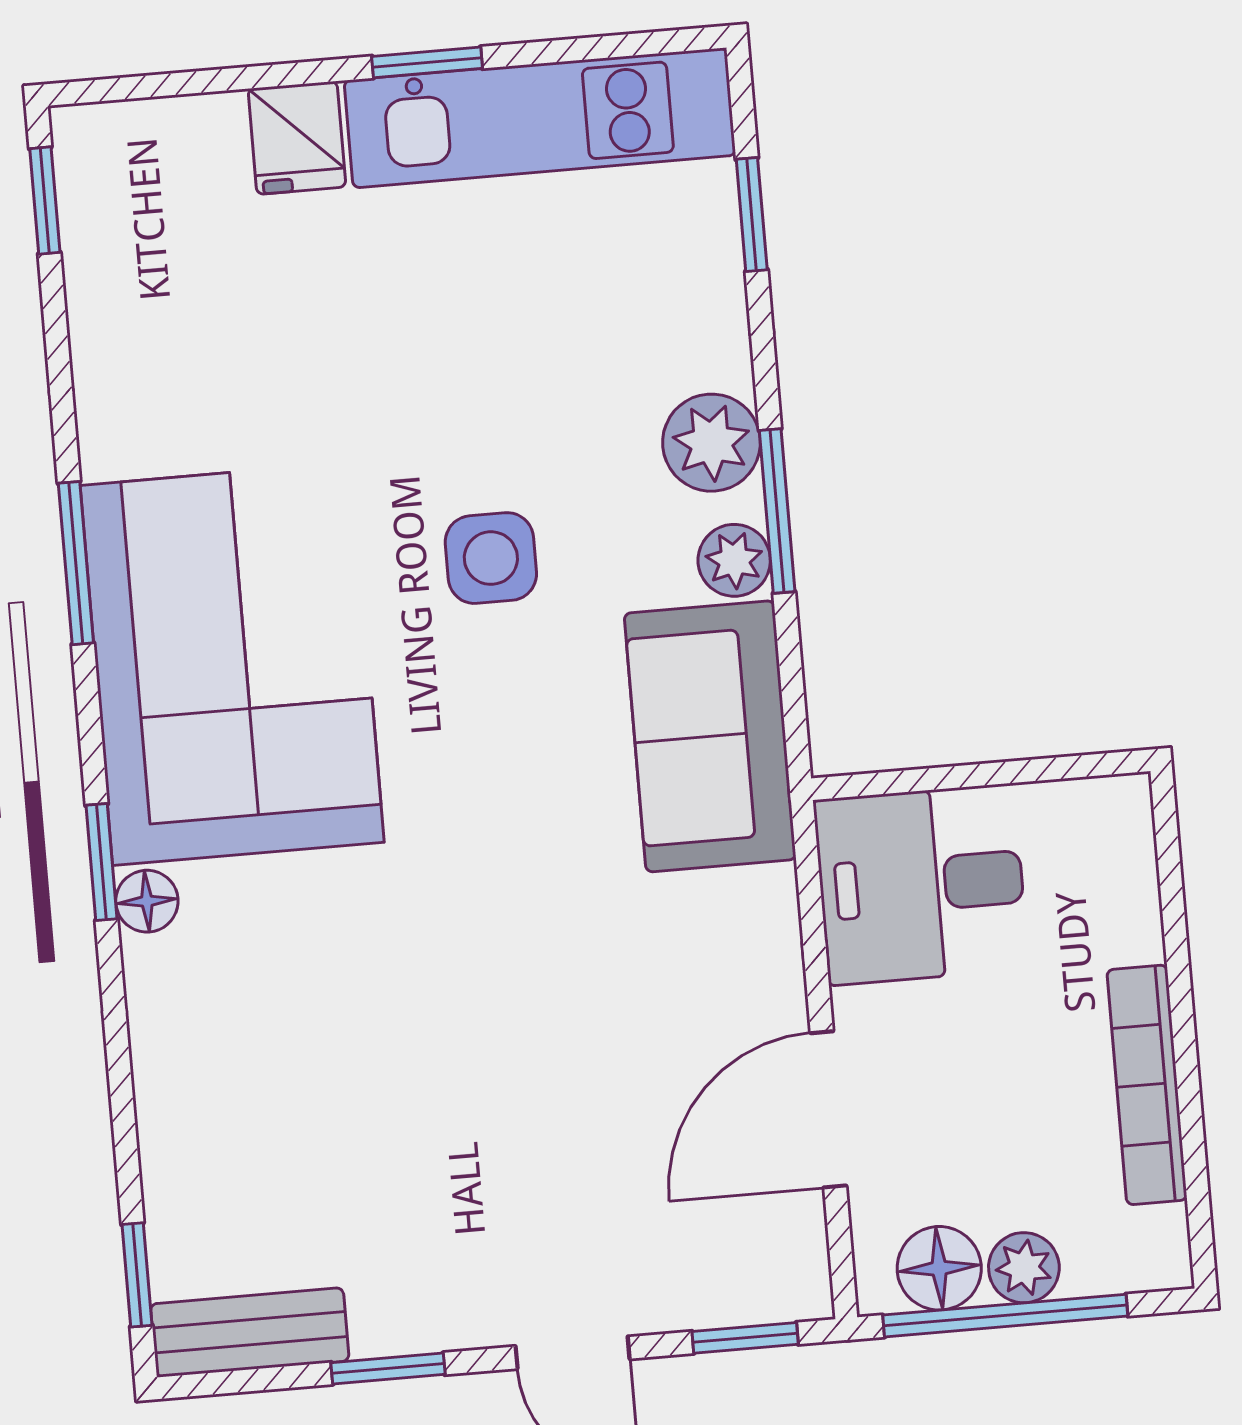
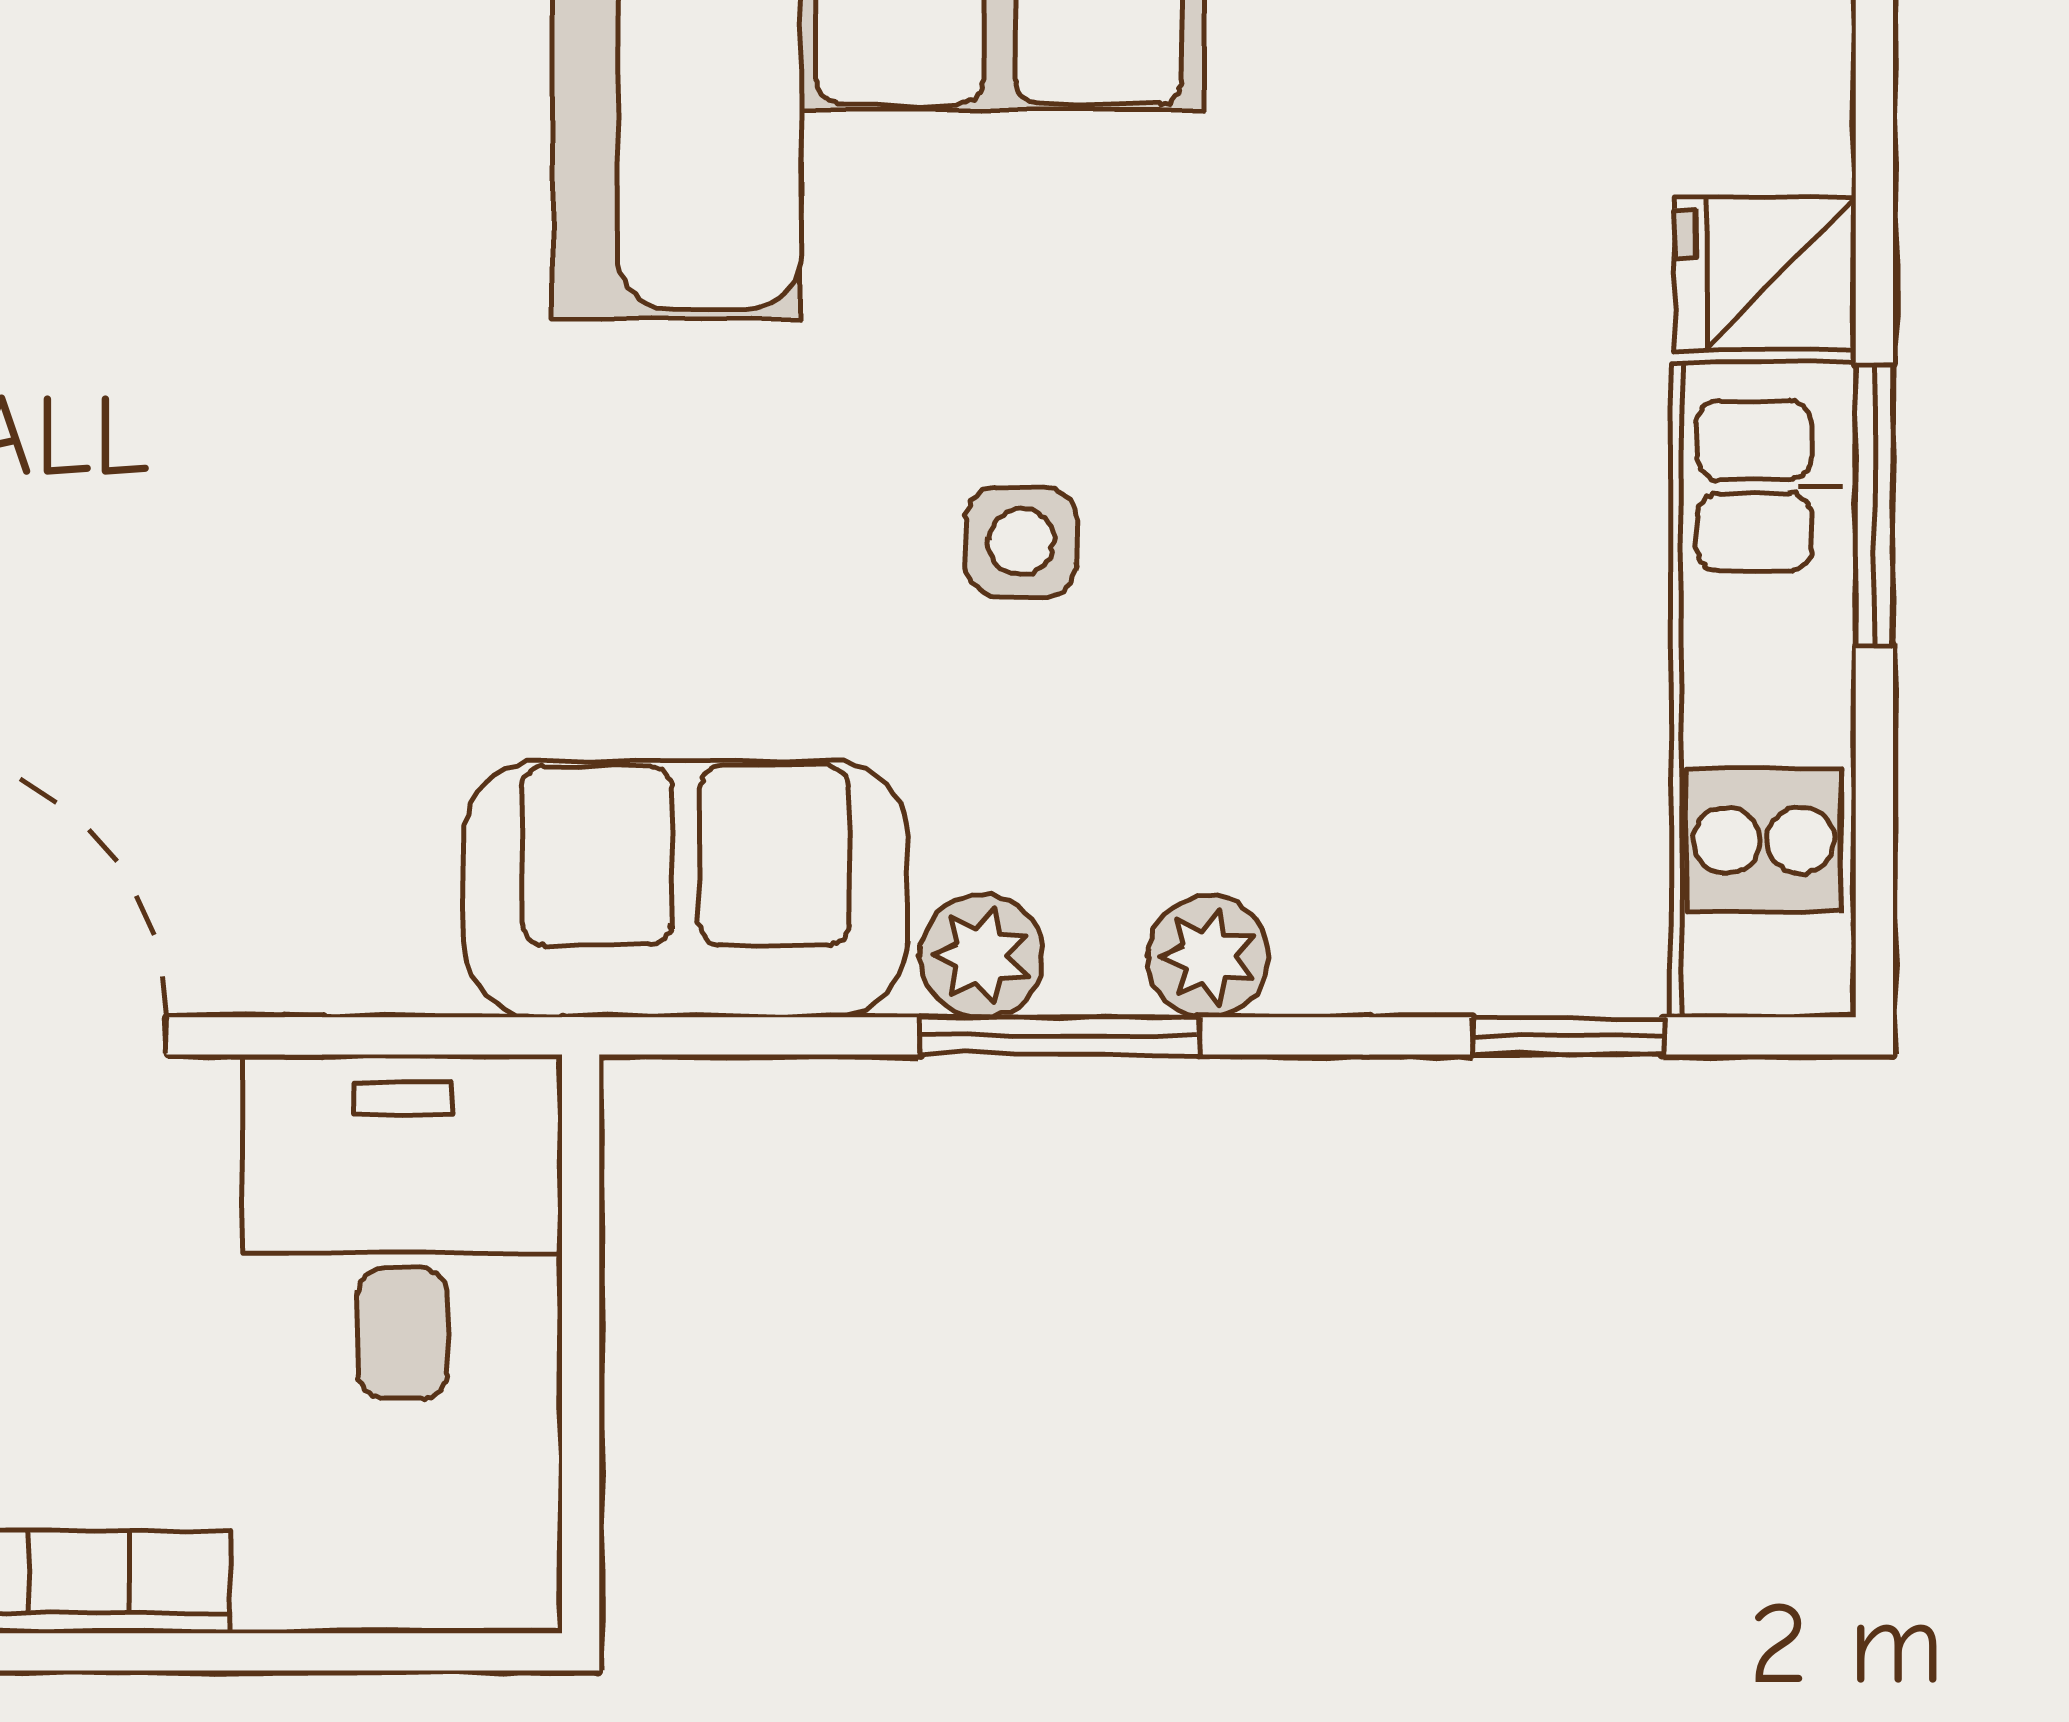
window: (427, 62) -> (1874, 506), width x1.50
plant: (711, 443) -> (1208, 957), width x0.73, depth x0.73
side table: (491, 558) -> (1021, 542), width x0.73, depth x0.73

